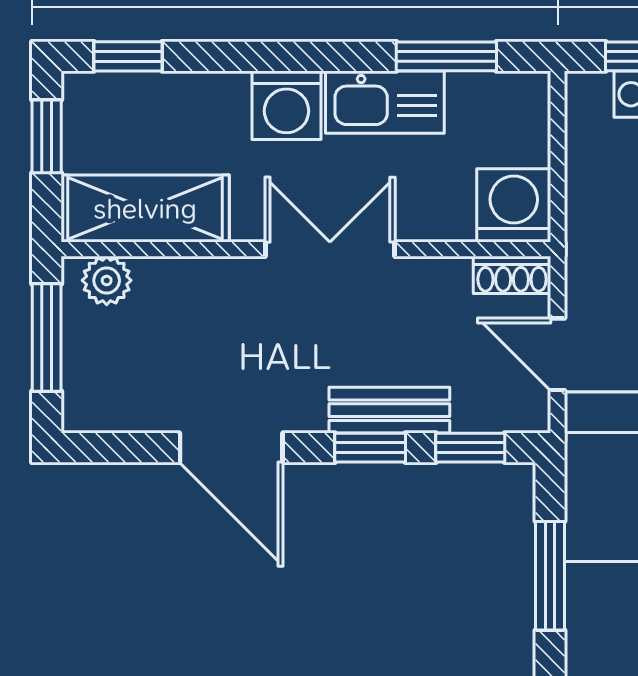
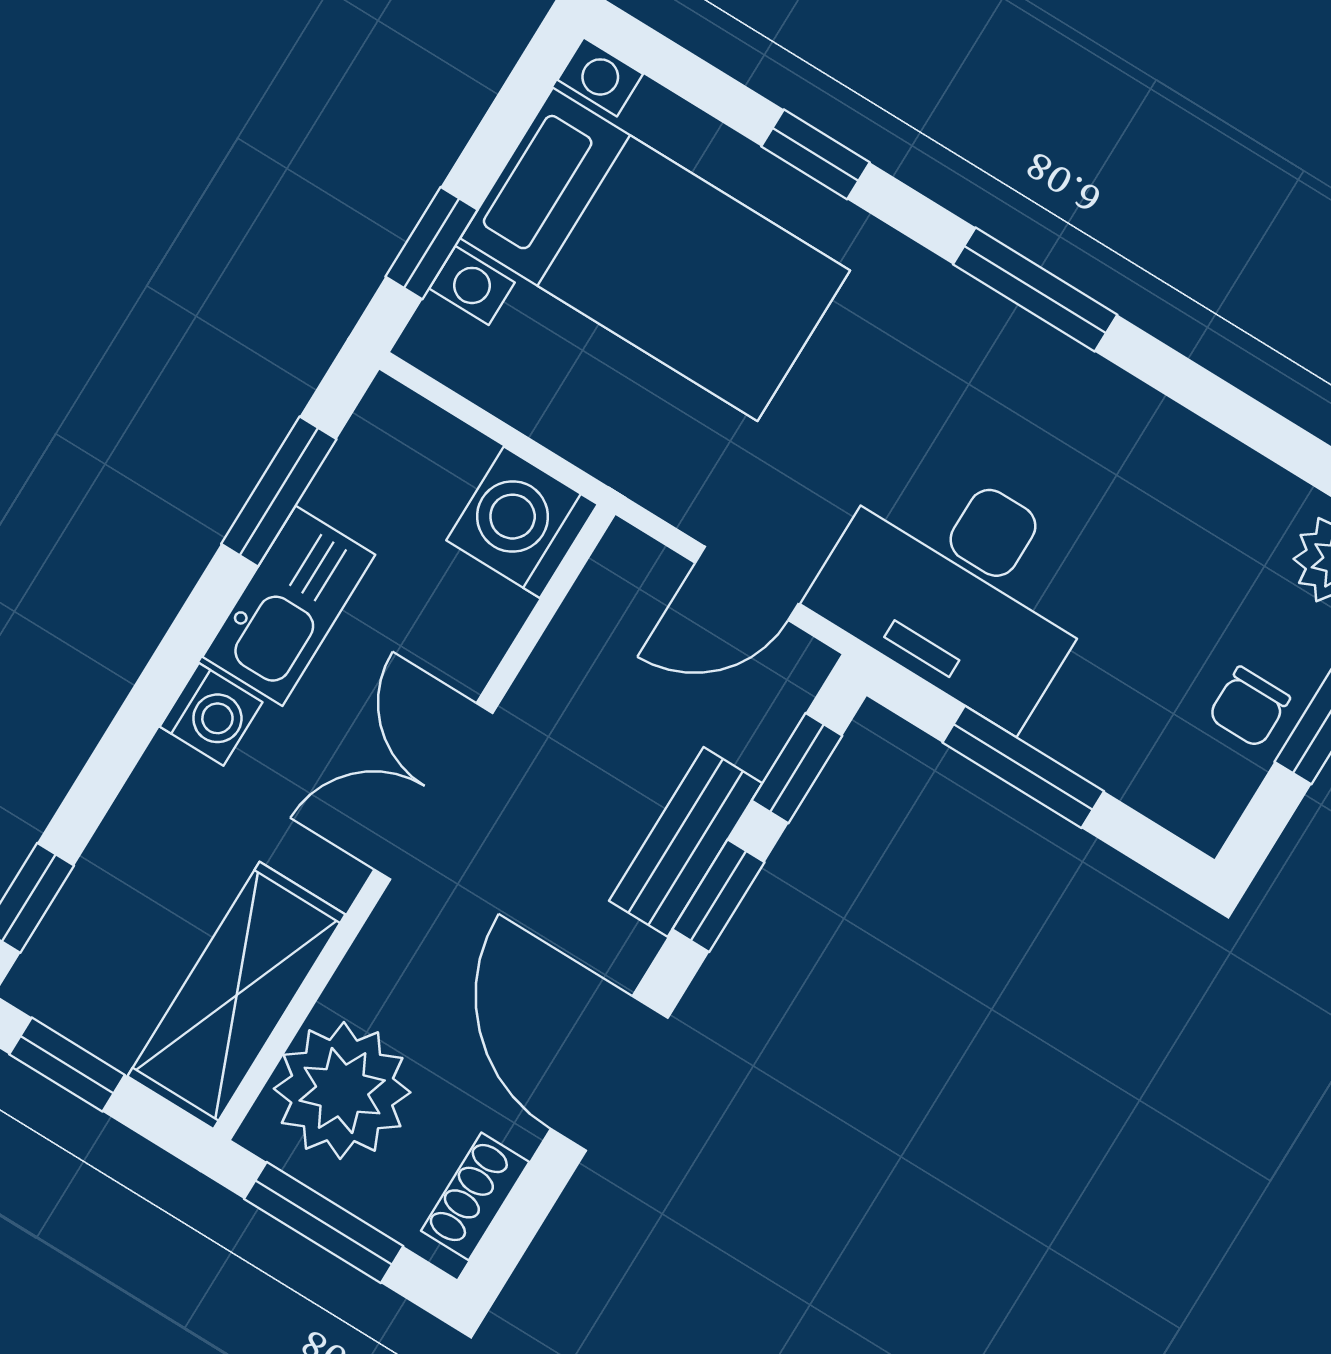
washing machine: (286, 105) -> (211, 714), width x0.73, depth x0.73
shoe rack: (512, 275) -> (475, 1196), moved, turned 180
plant: (107, 280) -> (342, 1091), width x1.87, depth x1.87
door: (231, 448) -> (609, 1073), swing flipped

